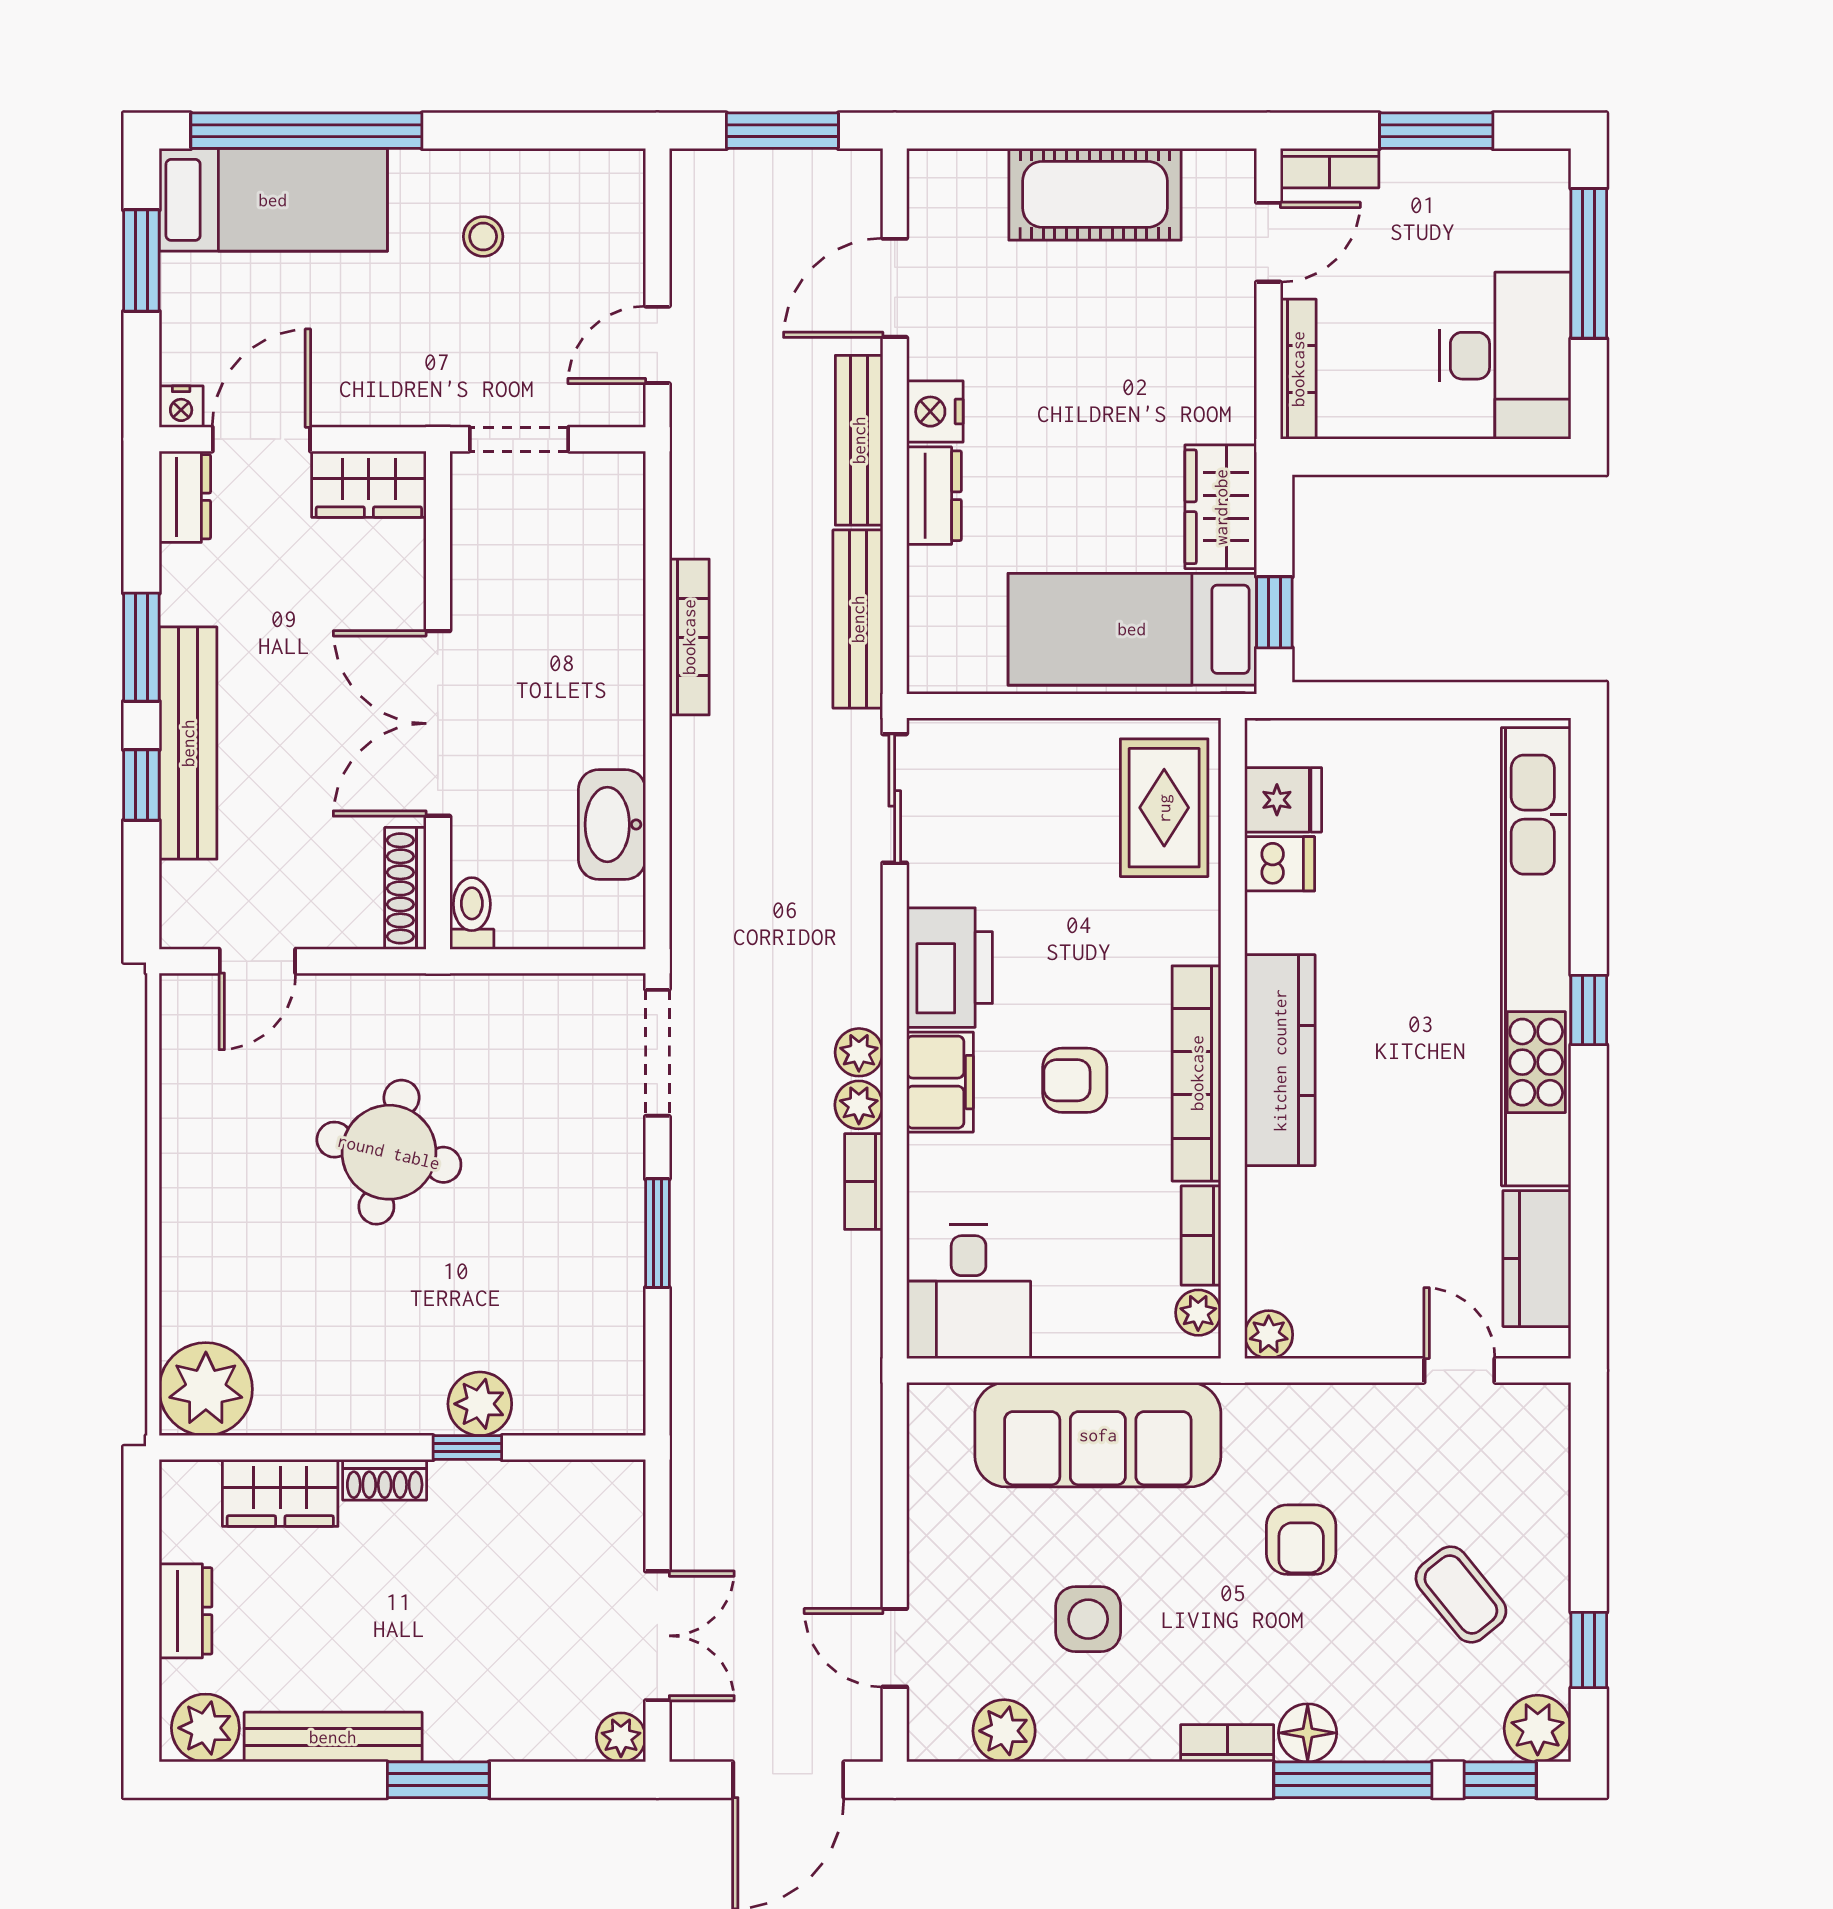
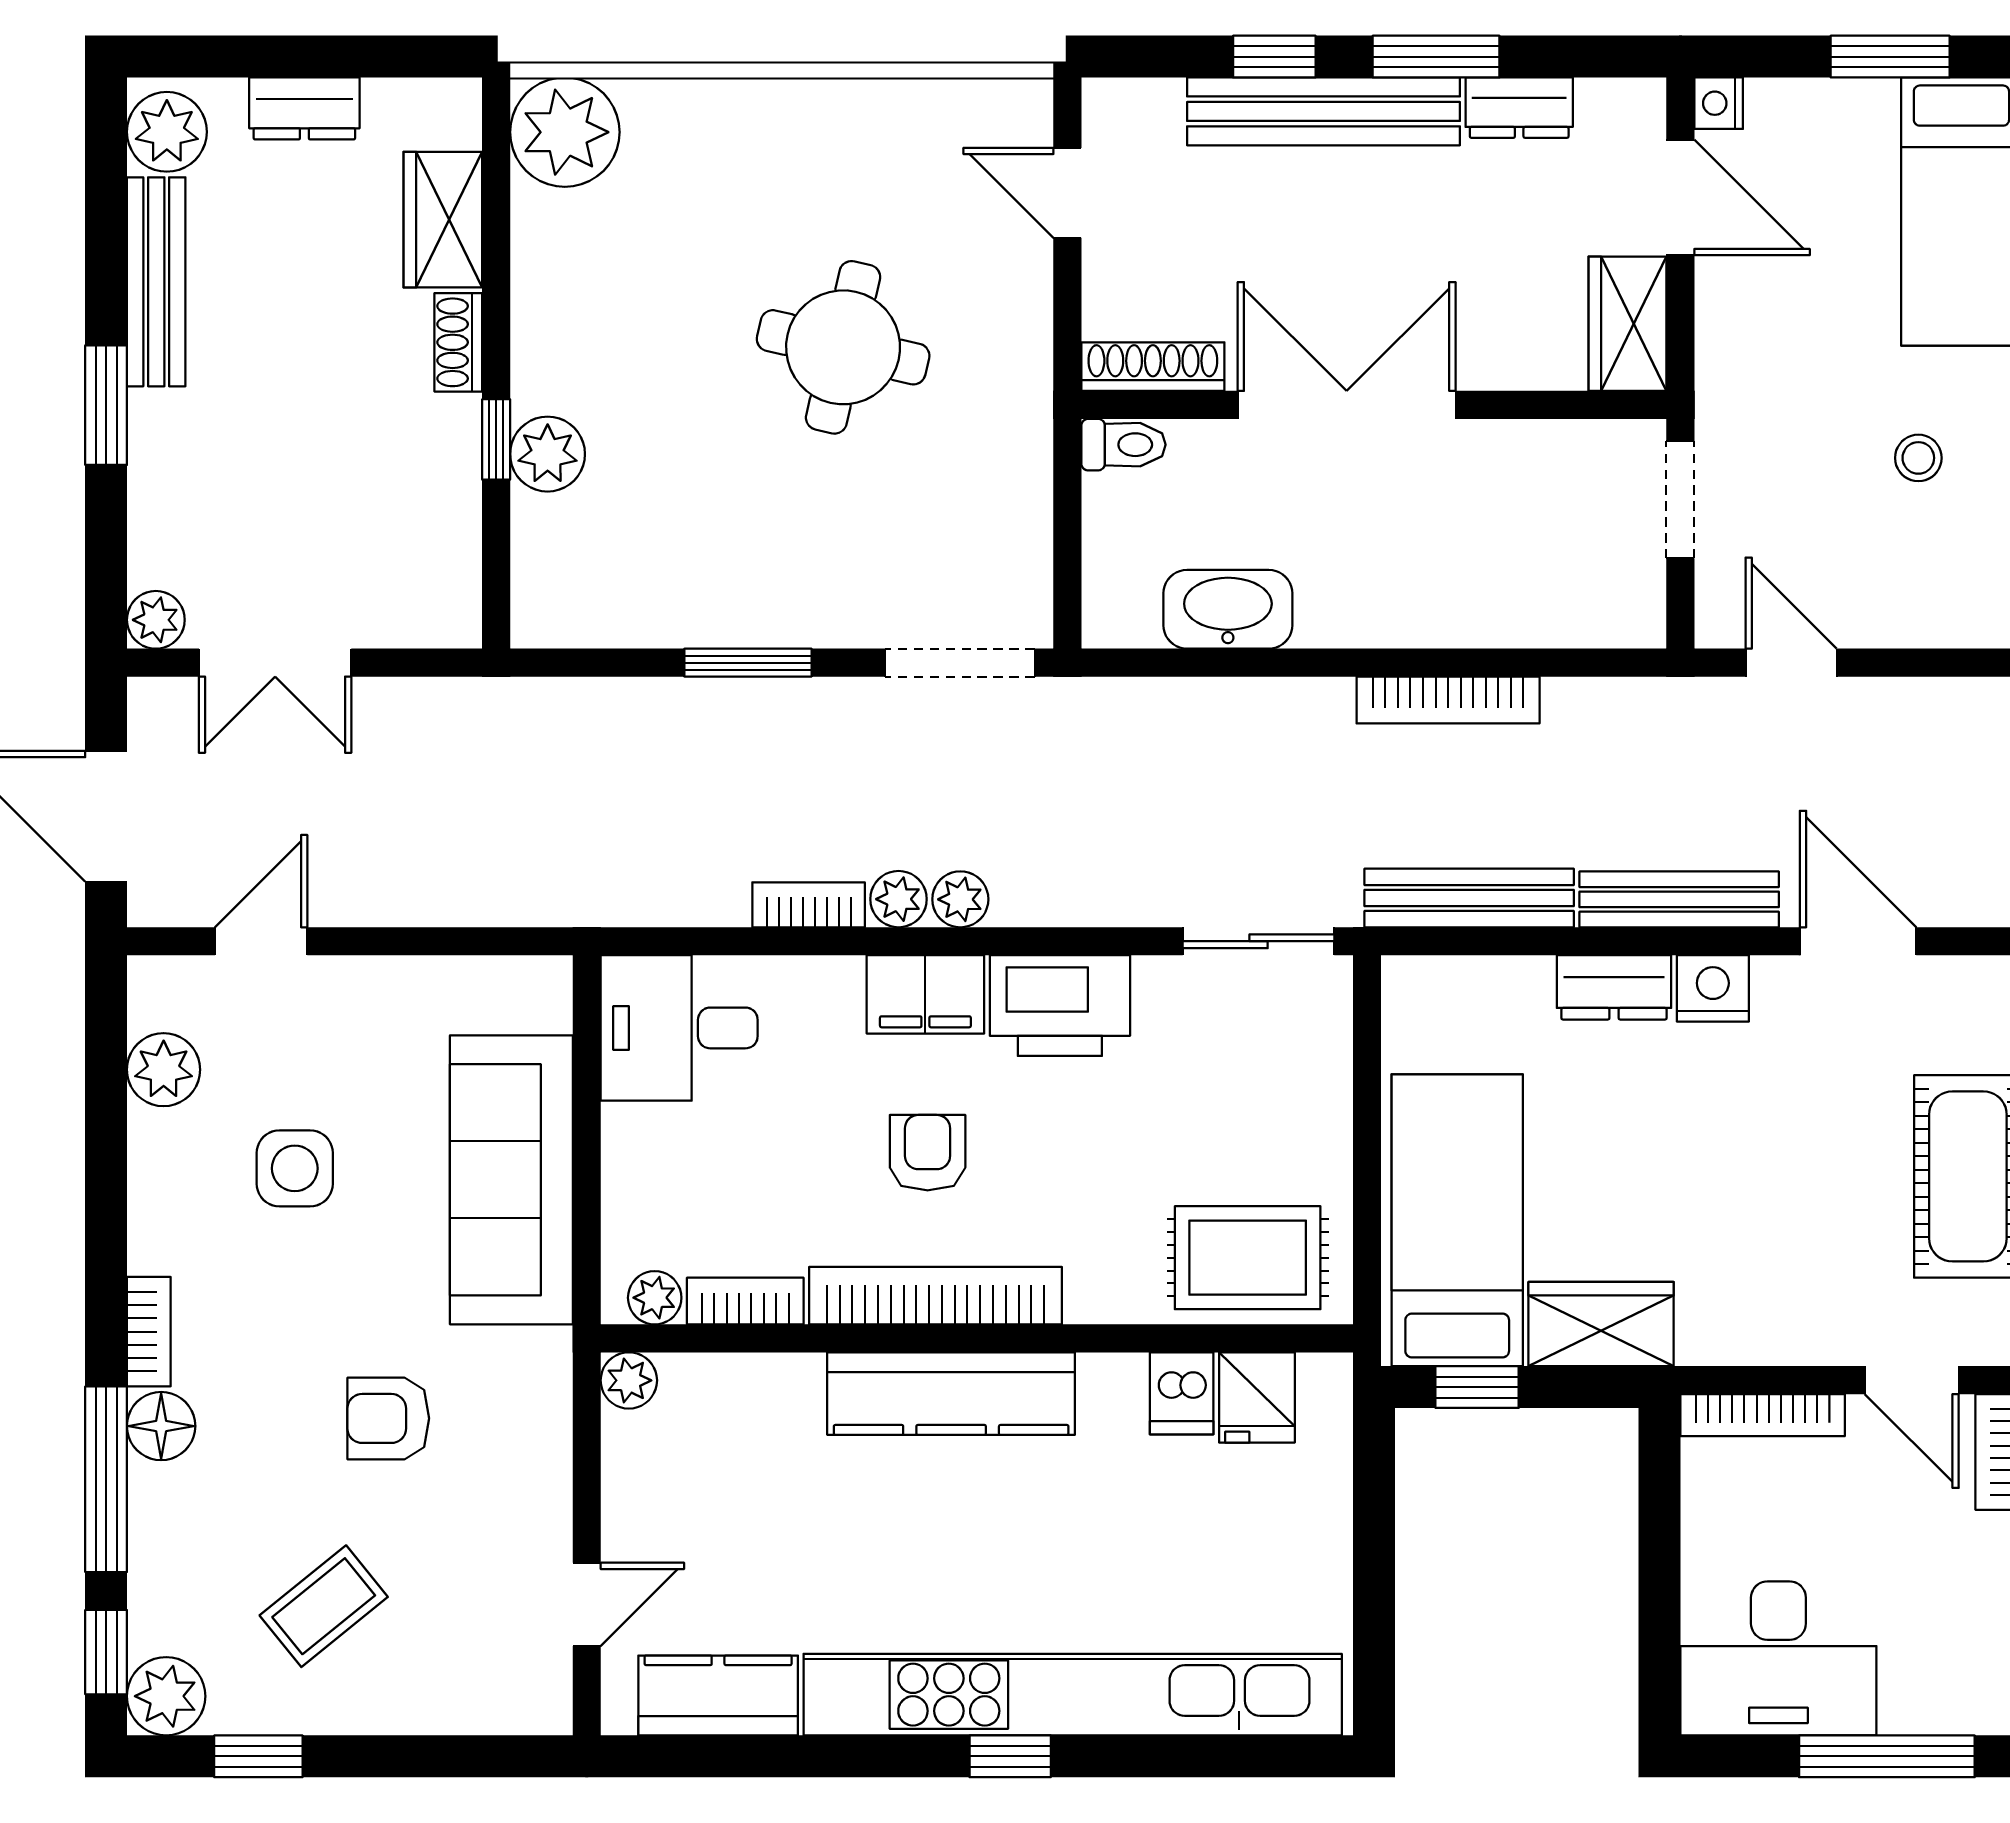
dresser: (185, 497) -> (1519, 108), moved

